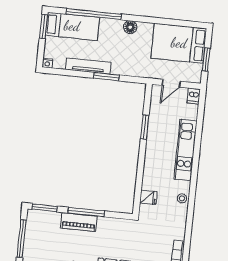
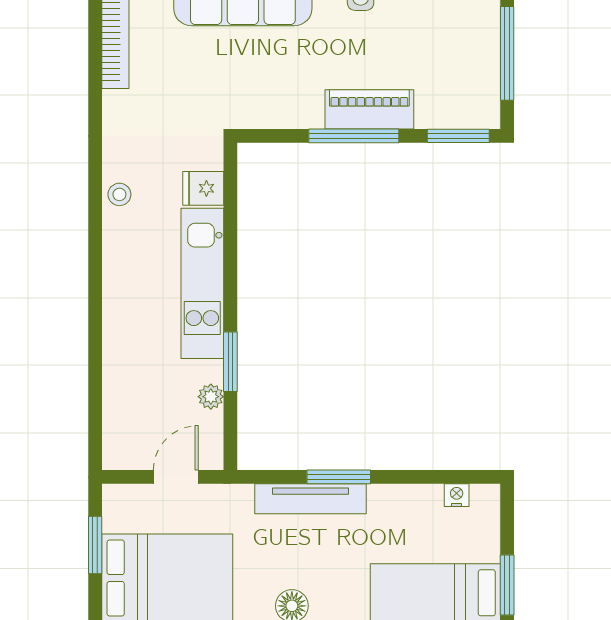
nightstand: (47, 63) -> (457, 495), moved
tv unit: (88, 66) -> (311, 499), moved
dishwasher: (194, 96) -> (117, 451), removed
plant: (154, 114) -> (211, 397), added
kitchen unit: (185, 150) -> (202, 283), moved, turned 180

